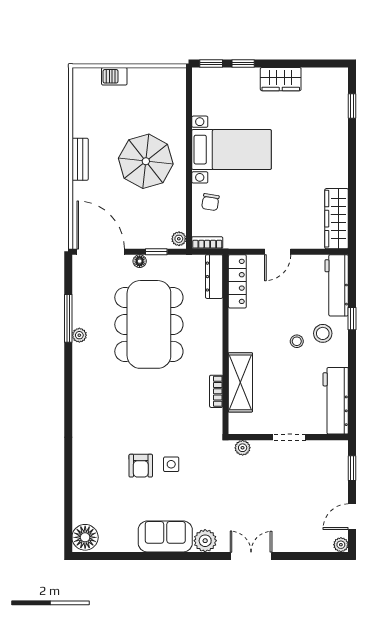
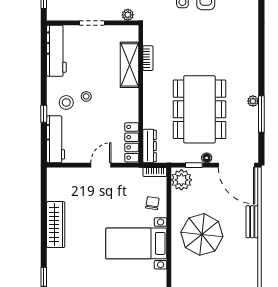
bench: (80, 159) -> (252, 222), moved
wardrobe: (337, 219) -> (56, 225), moved
plant: (179, 239) -> (181, 180), width x1.87, depth x1.87

